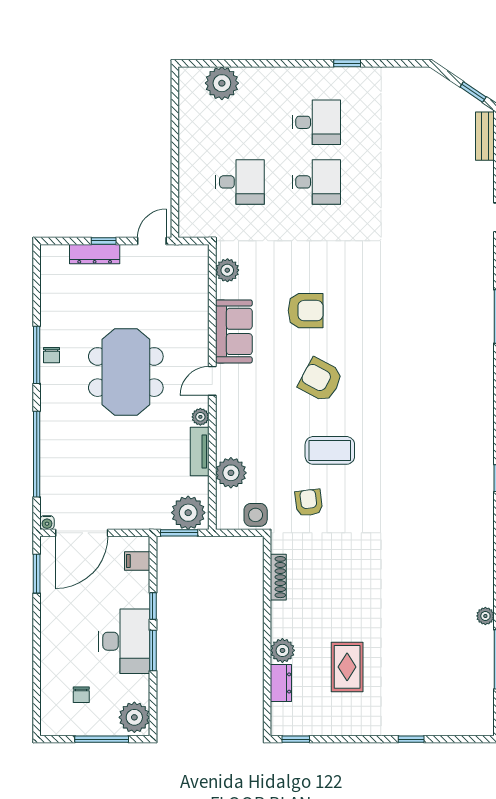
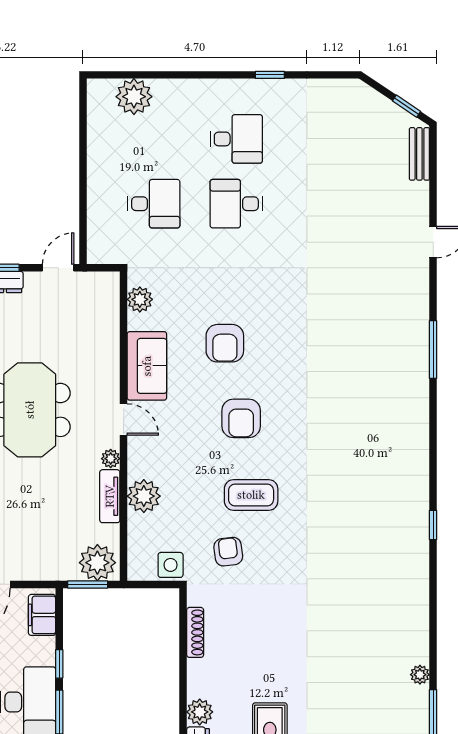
desk: (316, 182) -> (236, 204), turned 180
armchair: (306, 311) -> (225, 343), turned 90
armchair: (321, 380) -> (241, 418), turned -118
door: (212, 381) -> (124, 420), swing flipped
plant: (231, 473) -> (144, 496), moved
filing cabinet: (137, 561) -> (42, 615), width x2.00

